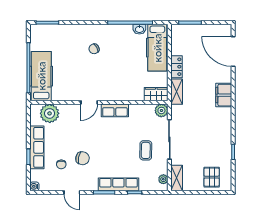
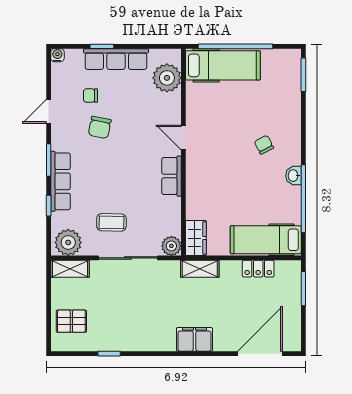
washbasin: (139, 29) -> (293, 176), moved
locker: (177, 67) -> (258, 269), moved
plant: (163, 179) -> (68, 242), width x1.87, depth x1.87

